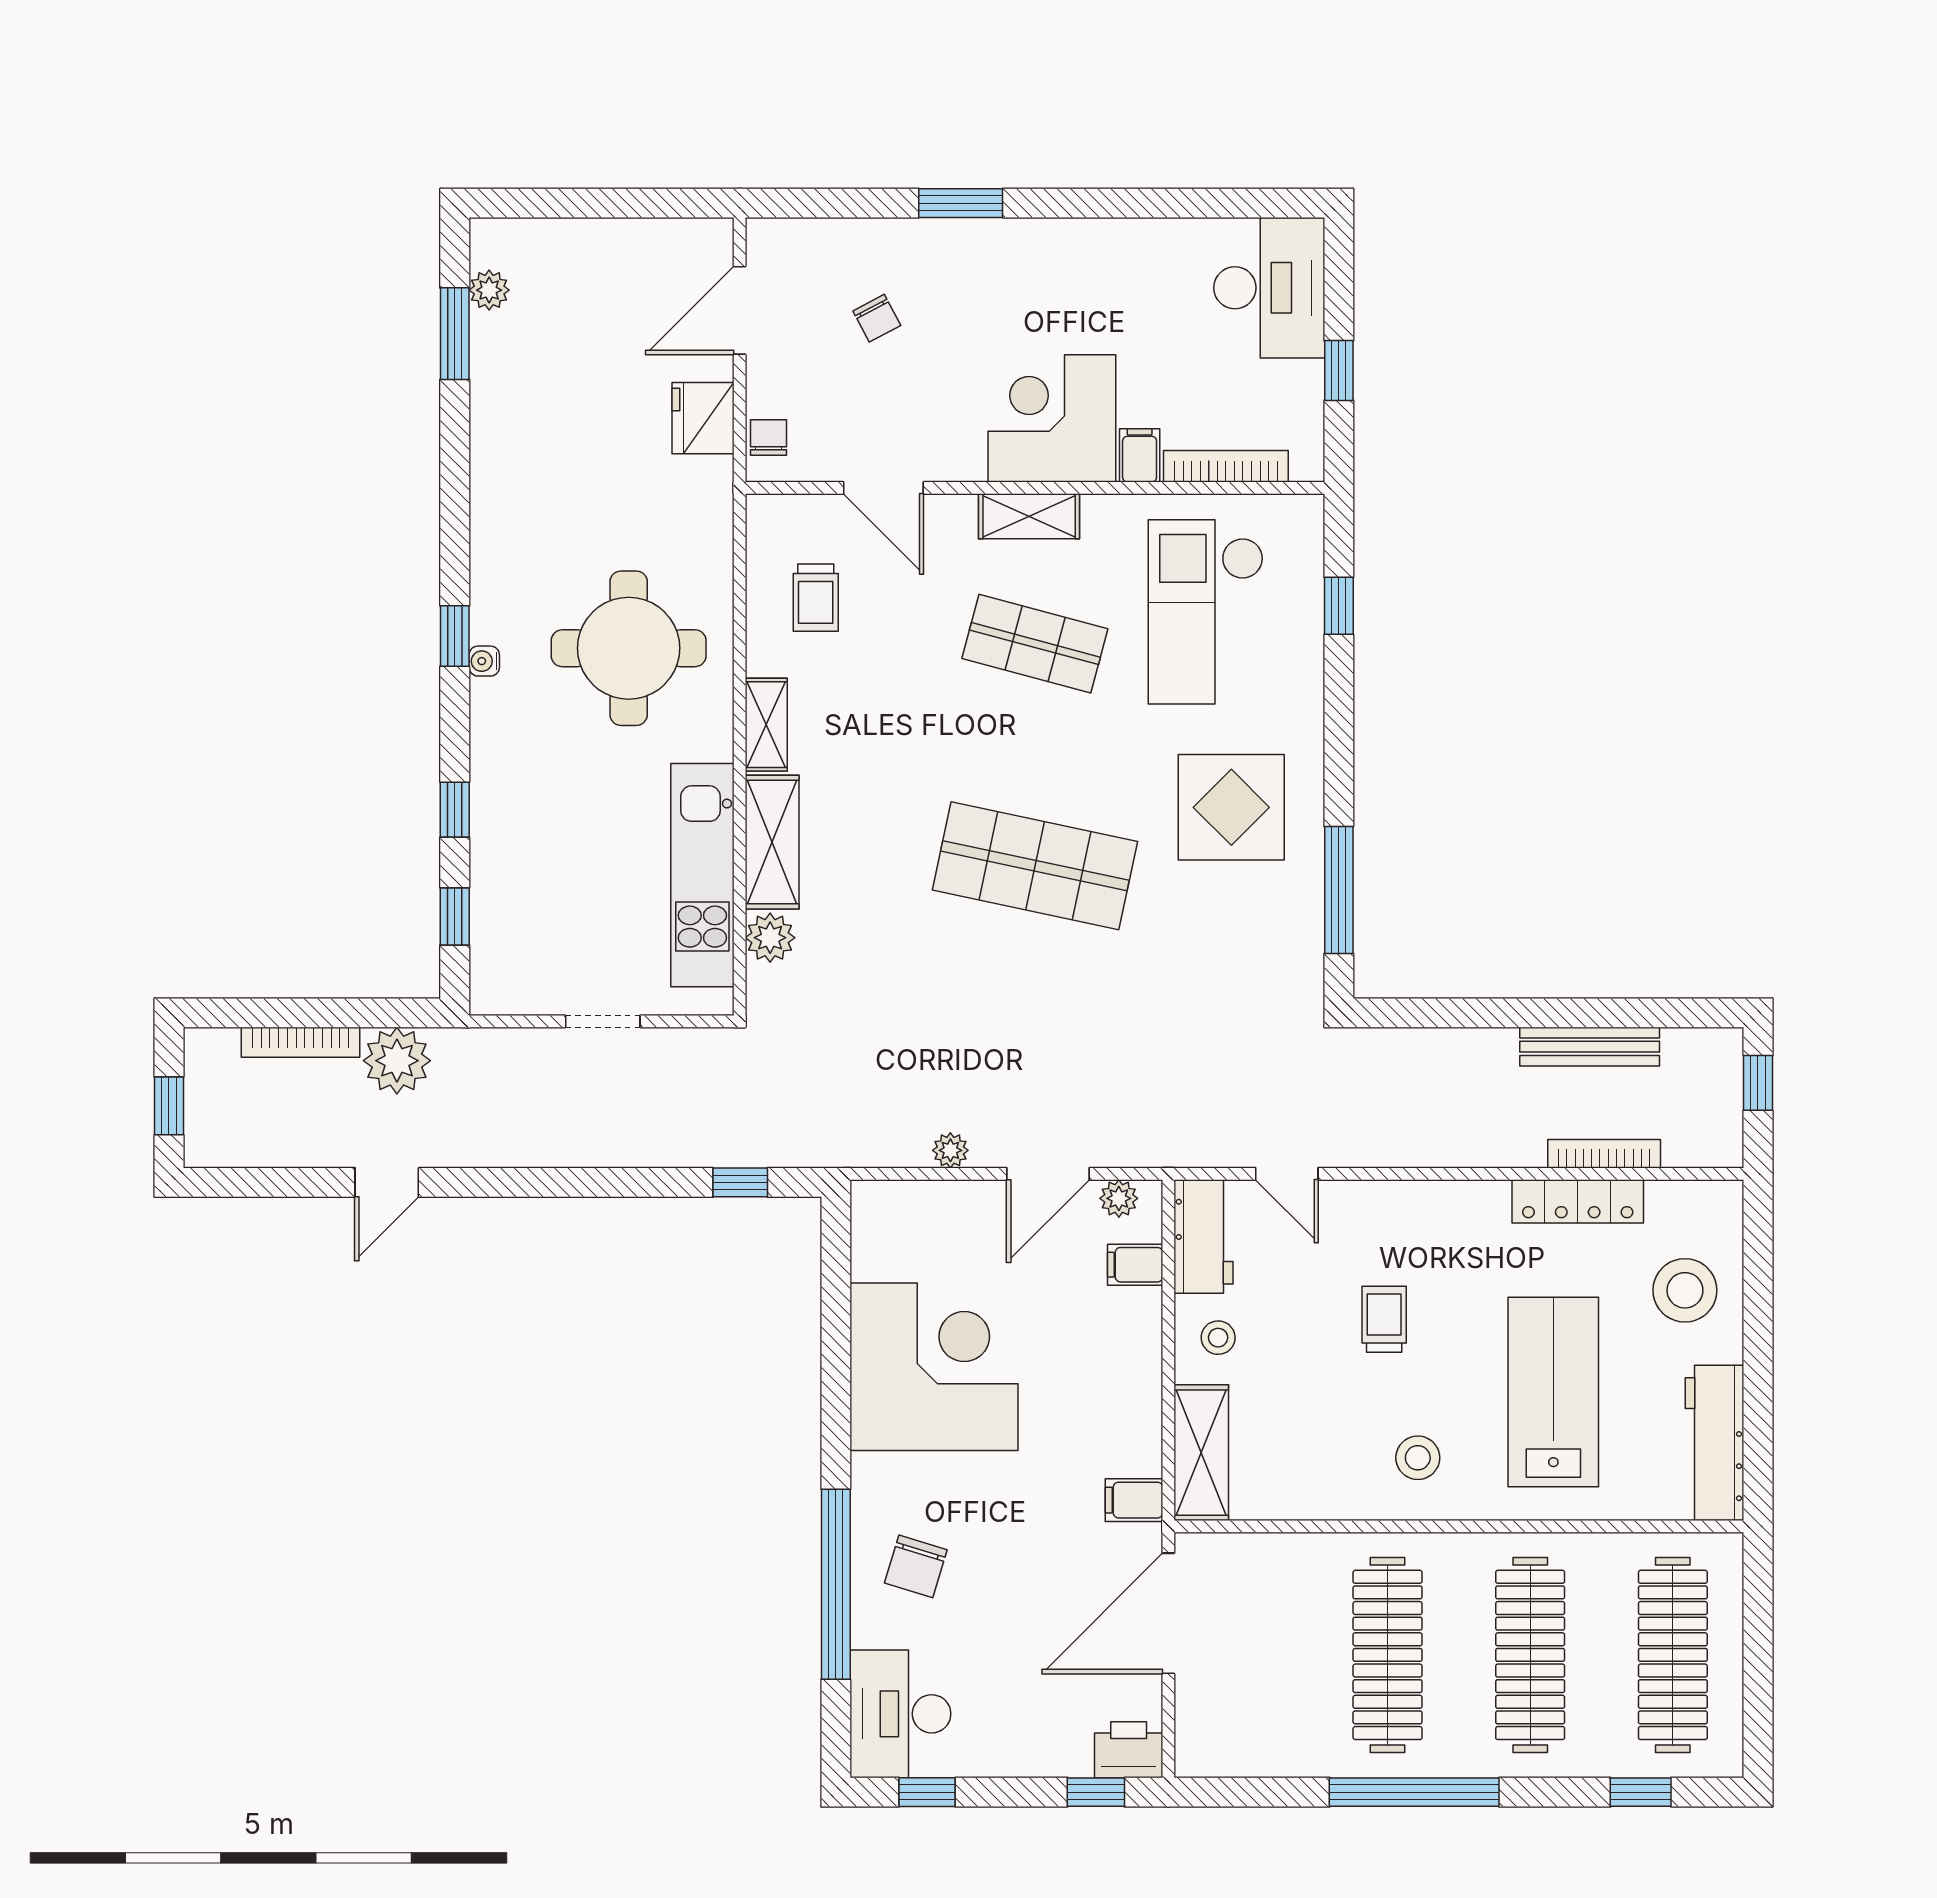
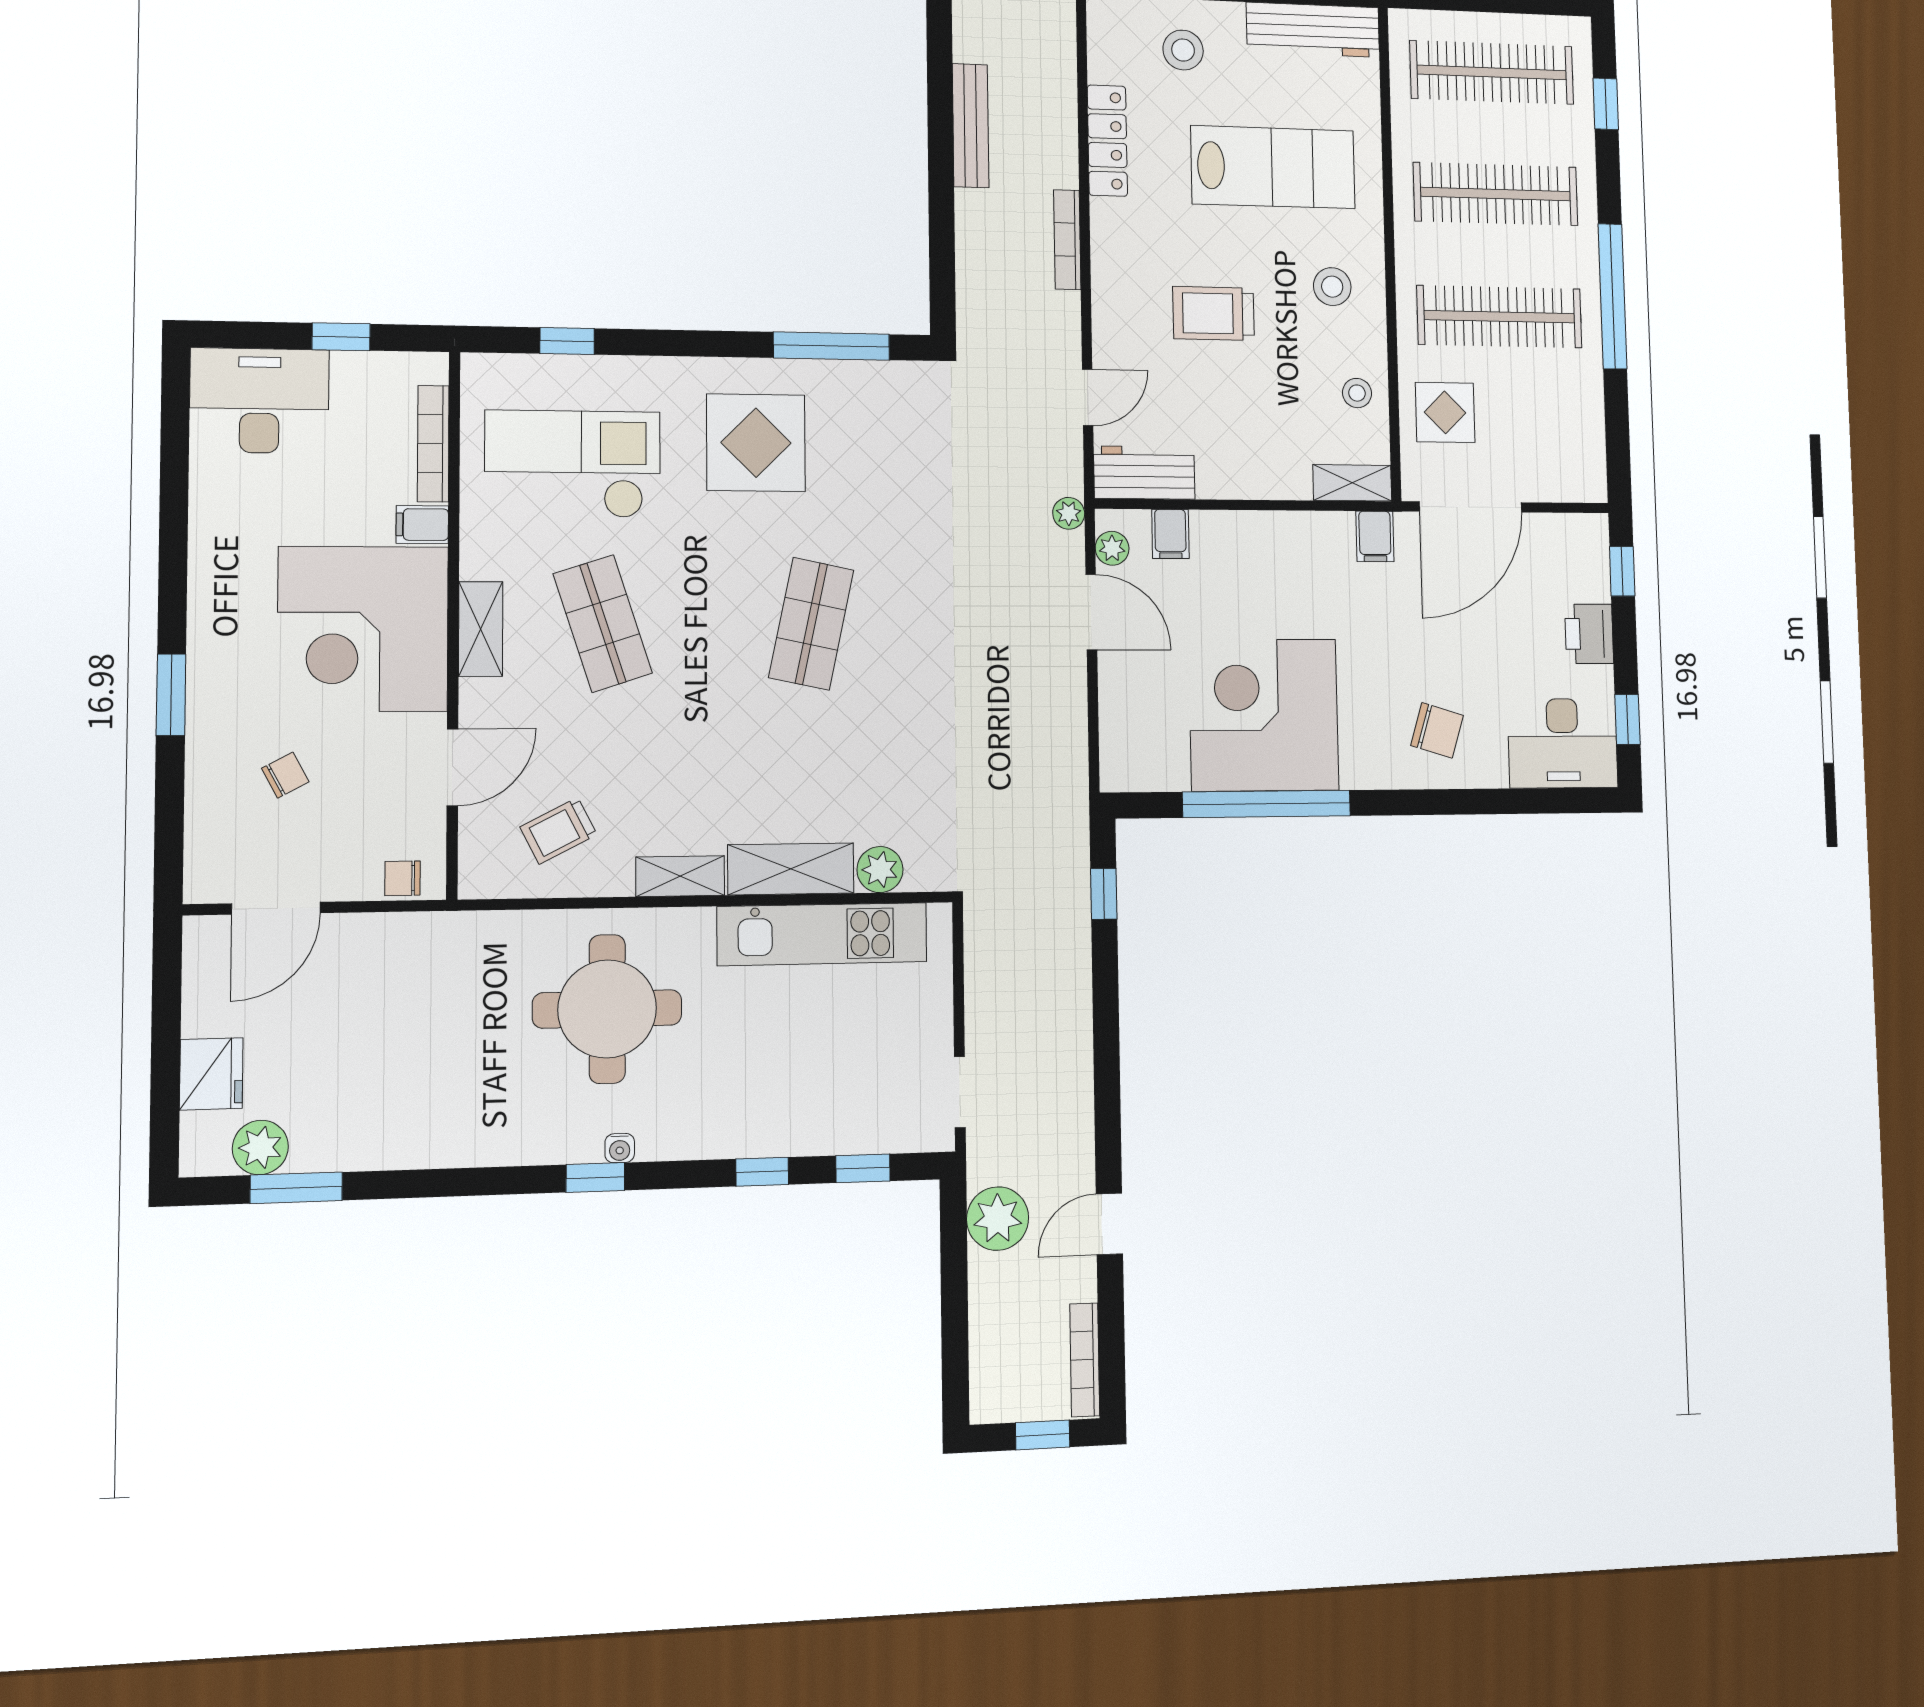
plant: (489, 290) -> (260, 1147), width x1.38, depth x1.38
door: (740, 310) -> (276, 908), hinge flipped
fridge: (703, 418) -> (211, 1074), moved, turned -90
corner desk: (1052, 418) -> (363, 629), width x1.36, depth x1.36
trolley: (816, 598) -> (559, 831), turned 153
checkout: (1206, 612) -> (573, 464), turned 180
shop shelf: (1035, 644) -> (603, 624), turned -33
shop shelf: (1035, 866) -> (811, 624), width x0.70, depth x0.74
doorway: (603, 1021) -> (960, 1092), moved
bookcase: (300, 1042) -> (1085, 1360), moved, turned 180
plant: (950, 1150) -> (1069, 513), moved
bookcase: (1604, 1154) -> (1067, 240), moved
door: (387, 1182) -> (1109, 1224), swing flipped
stool: (1685, 1290) -> (1183, 50), width x0.73, depth x0.73
trolley: (1384, 1319) -> (1214, 313), width x1.36, depth x1.39
stool: (1218, 1338) -> (1357, 393), moved
lab bench: (1553, 1392) -> (1273, 167), turned 180
shelving: (1201, 1453) -> (1352, 483), width x0.67, depth x0.75
window: (836, 1584) -> (1267, 804), moved
display table: (1276, 1587) -> (1445, 412), added
door: (1168, 1613) -> (1470, 507), hinge flipped
printer: (1129, 1750) -> (1589, 634), moved

